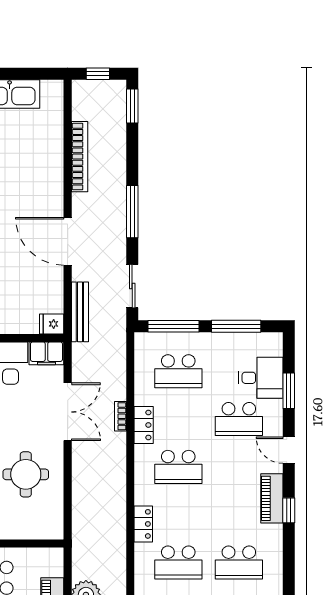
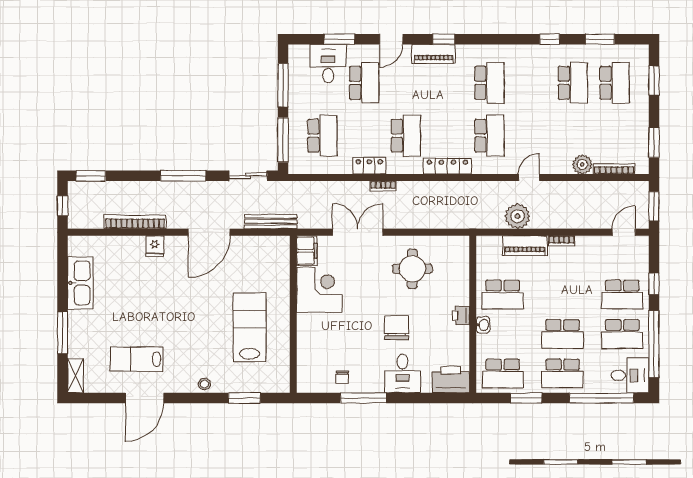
fridge: (52, 324) -> (155, 246), moved
bookcase: (120, 416) -> (383, 186), moved
locker: (143, 524) -> (447, 166), width x1.53

